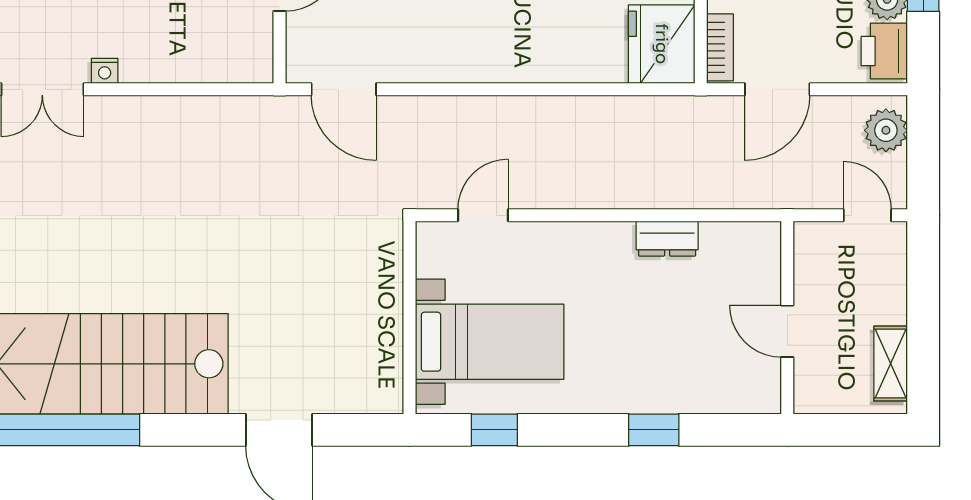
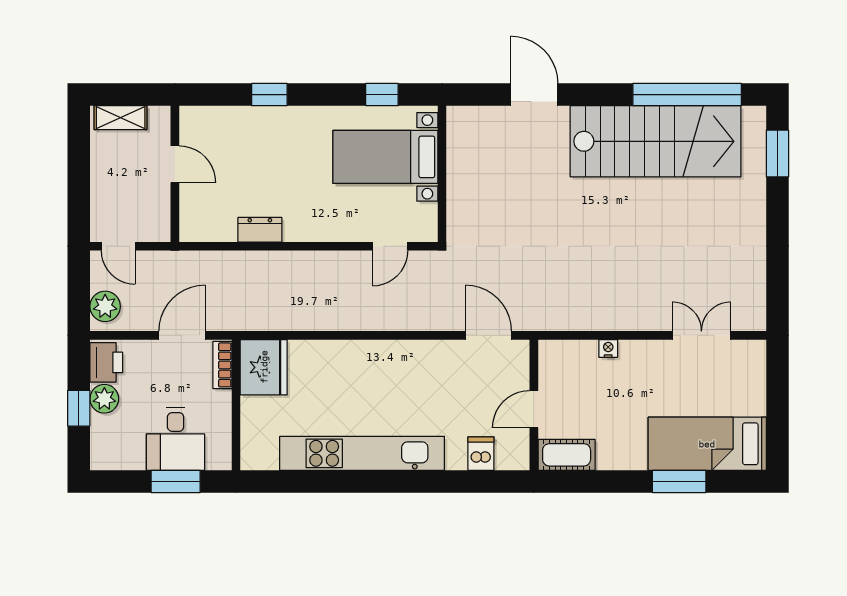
nightstand: (105, 71) -> (608, 348), moved
shelving: (891, 364) -> (121, 118), moved, turned 90

